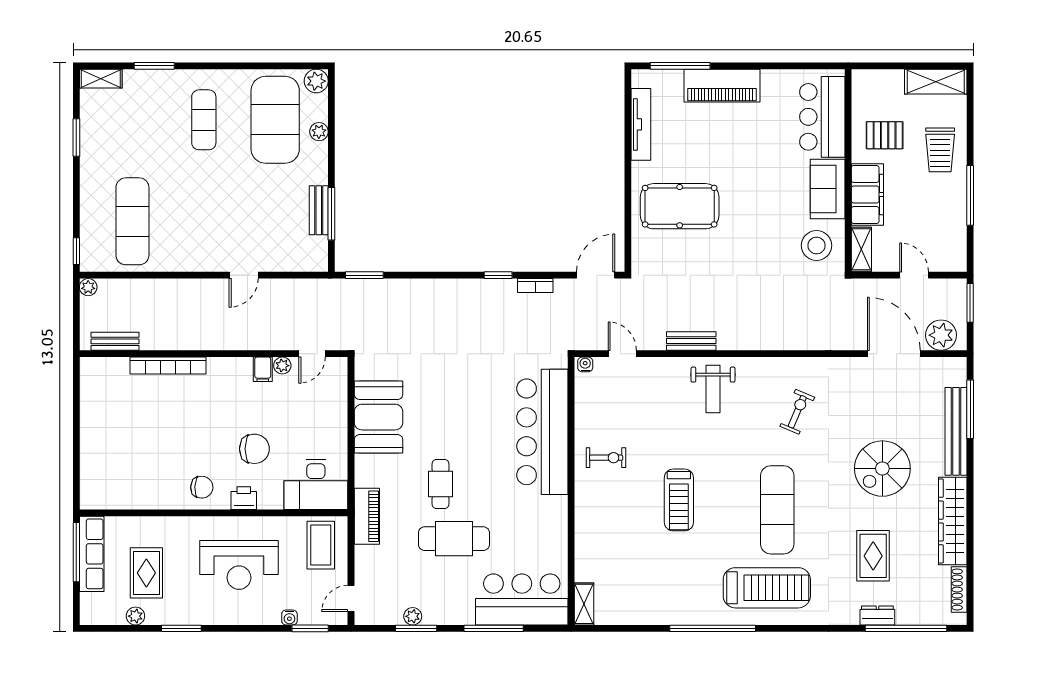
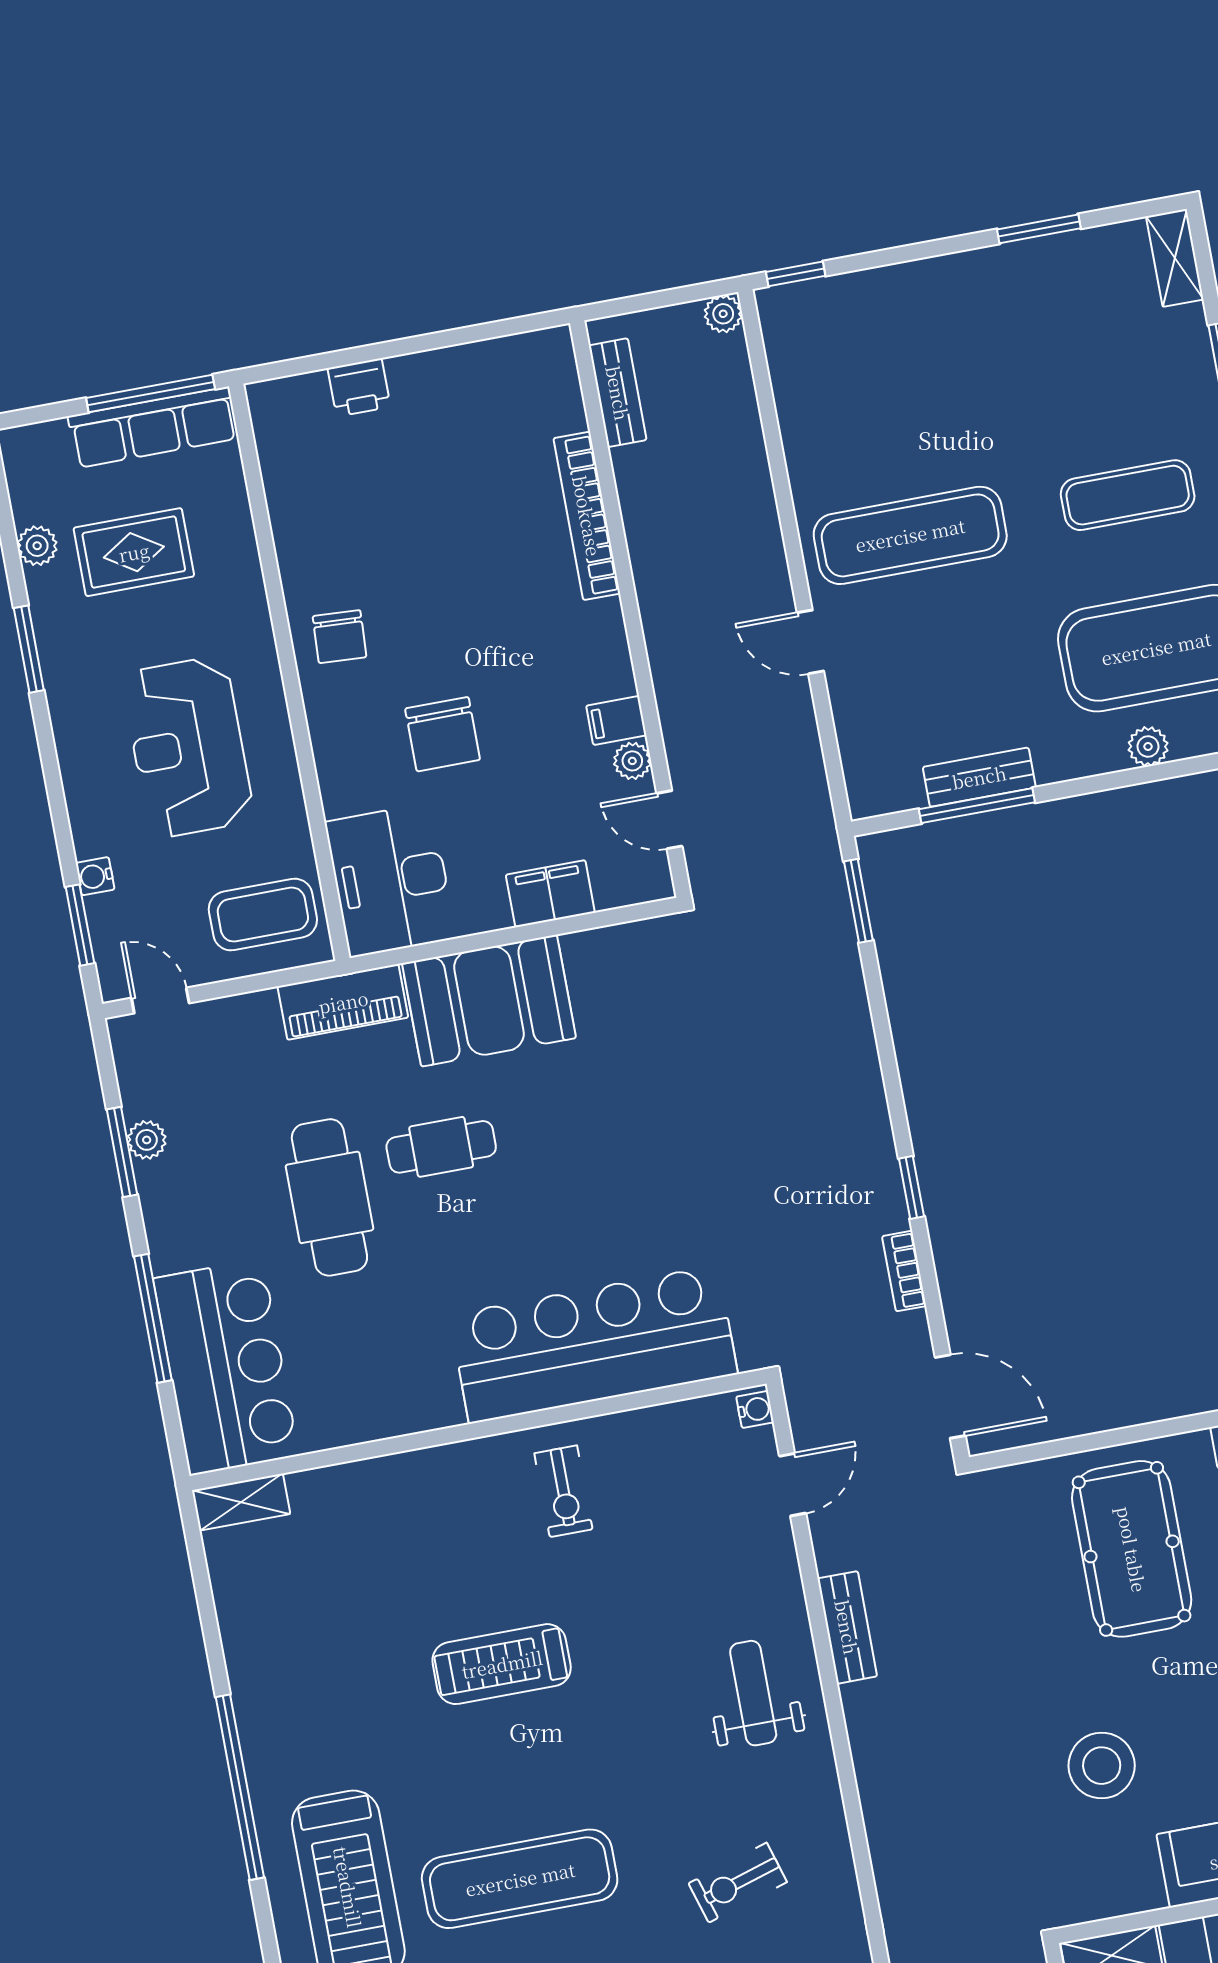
exercise mat: (132, 221) -> (910, 535), moved
stool: (817, 245) -> (1102, 1766), moved
weight bench: (713, 389) -> (753, 1693), turned 90
exercise bike: (797, 412) -> (738, 1883), turned 140
filing cabinet: (335, 414) -> (550, 894), added
booth: (378, 417) -> (489, 1001), moved
printer: (244, 498) -> (359, 387), moved, turned 90

